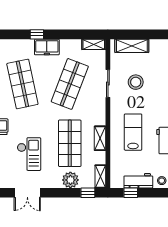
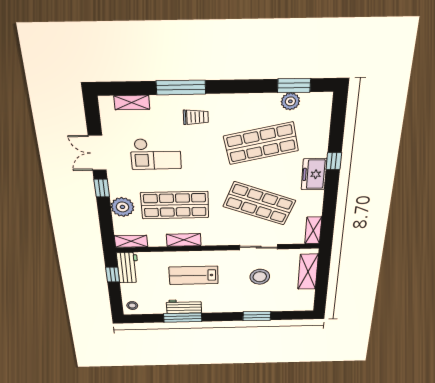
lab bench: (133, 132) -> (194, 275), turned 180
workbench: (138, 181) -> (128, 268), moved
window: (88, 193) -> (102, 188), moved

